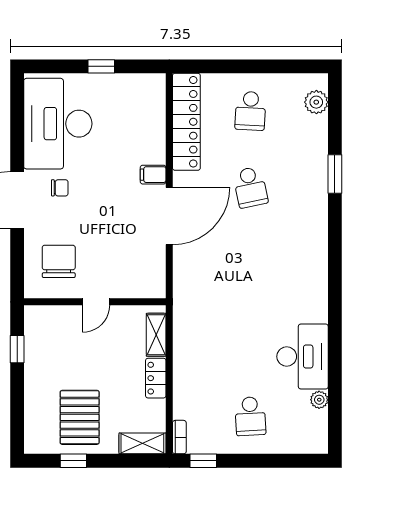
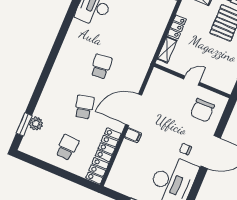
plant: (316, 102) -> (36, 124), moved
window: (335, 174) -> (24, 124), moved
school desk: (250, 264) -> (101, 66), added

